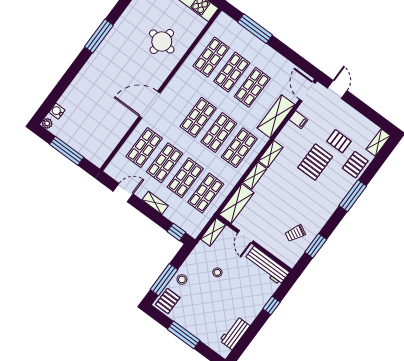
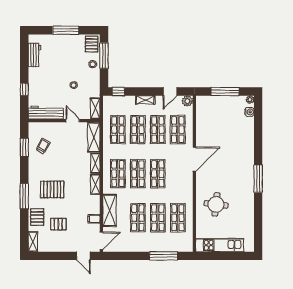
door: (307, 91) -> (101, 241), hinge flipped
pallet: (315, 162) -> (52, 189), moved, turned 90
plant: (113, 170) -> (187, 101), added

